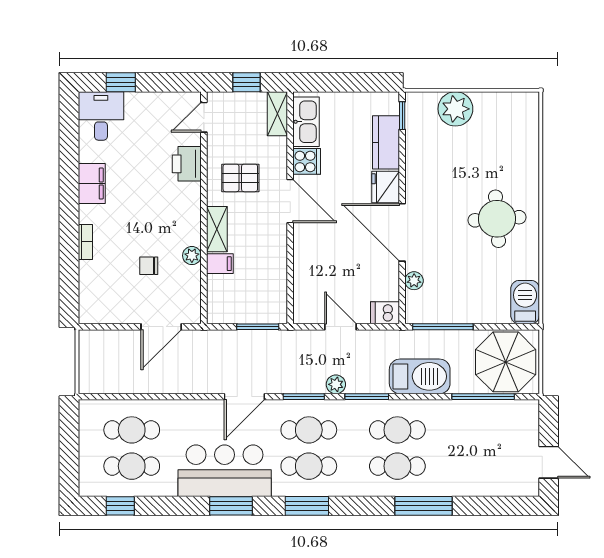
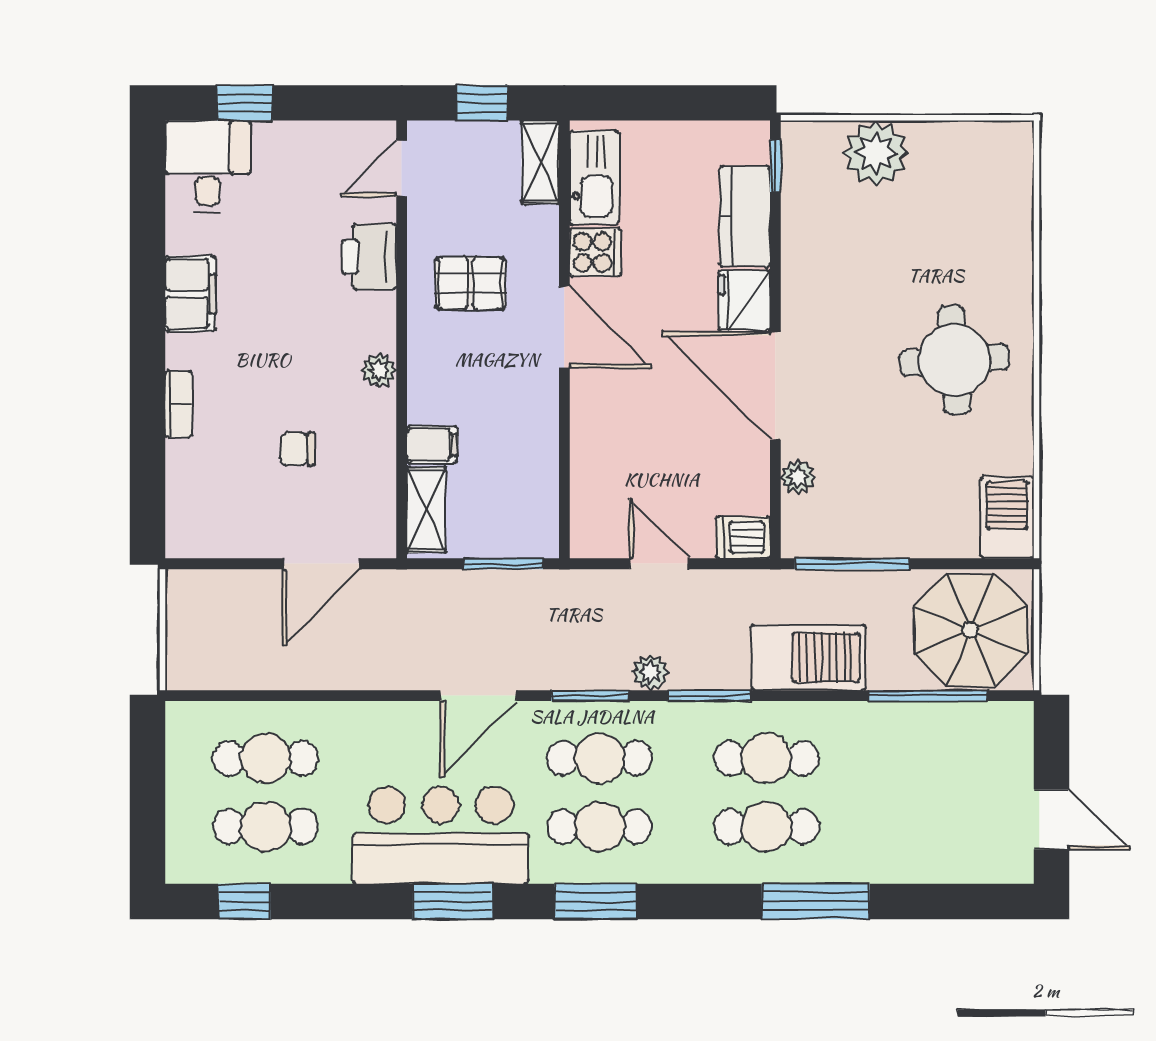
shelving: (217, 229) -> (426, 510), moved
plant: (192, 256) -> (379, 371), moved

